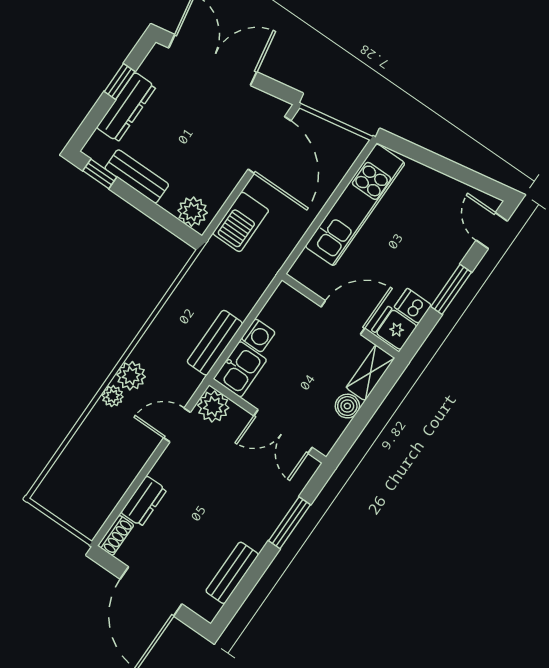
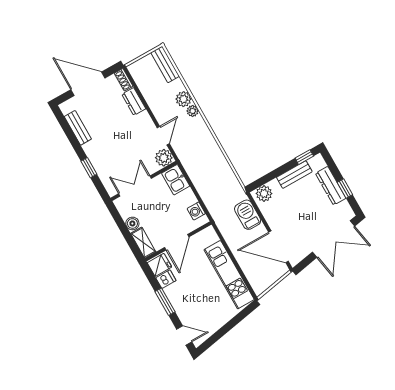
washing machine: (258, 335) -> (196, 211), moved
bench: (215, 343) -> (165, 64), moved
plant: (131, 376) -> (183, 99), moved
window: (289, 523) -> (89, 168), width x0.67

